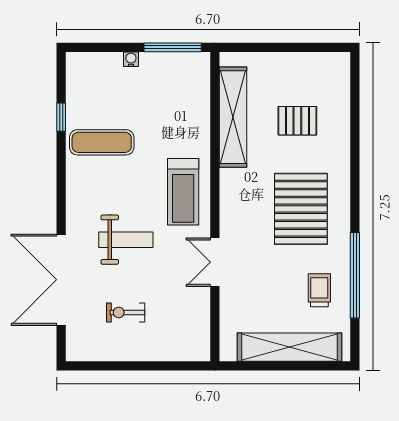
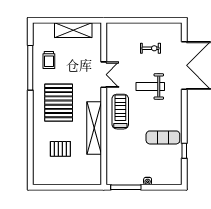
shelving: (233, 117) -> (94, 128), moved
shelving: (290, 347) -> (73, 30), width x0.68

